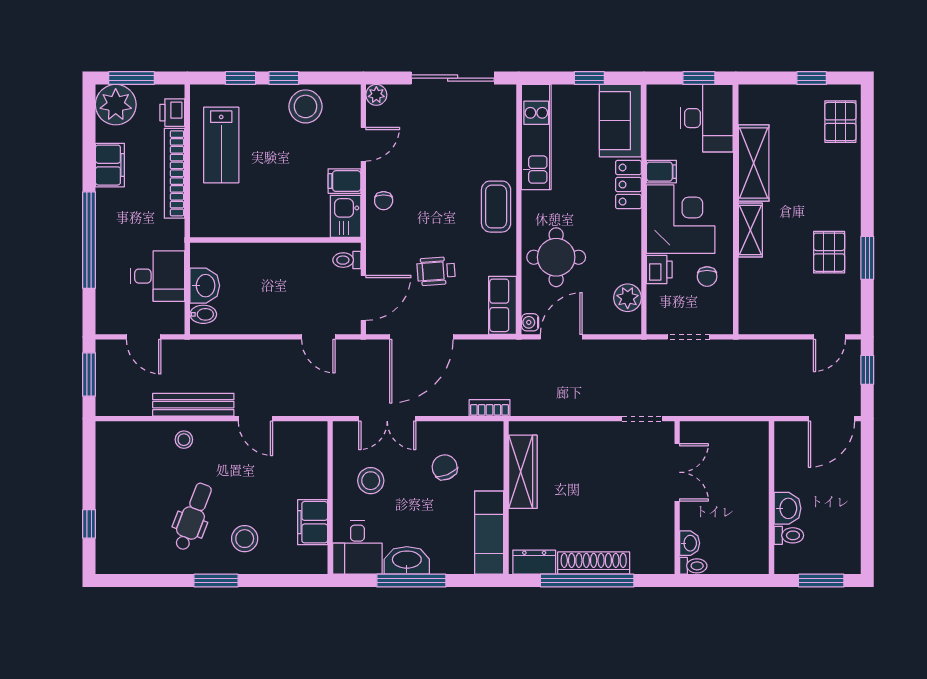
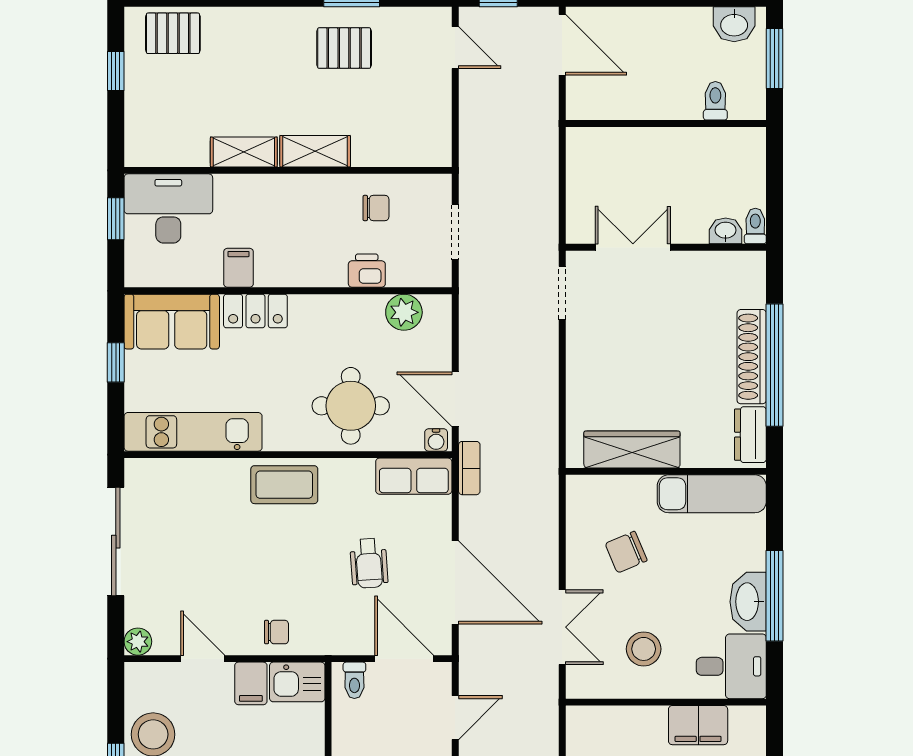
shelving: (754, 163) -> (244, 152), width x0.67, depth x0.75
corner desk: (681, 219) -> (301, 243), removed
bookcase: (489, 408) -> (469, 468), moved, turned 180
washbasin: (787, 508) -> (734, 24), moved, turned 180

